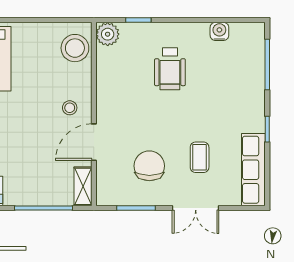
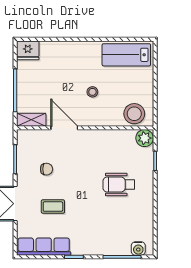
water cooler: (219, 31) -> (138, 248), moved, turned 90
stool: (70, 108) -> (92, 92), moved
chair: (149, 166) -> (47, 169), width x0.54, depth x0.54

